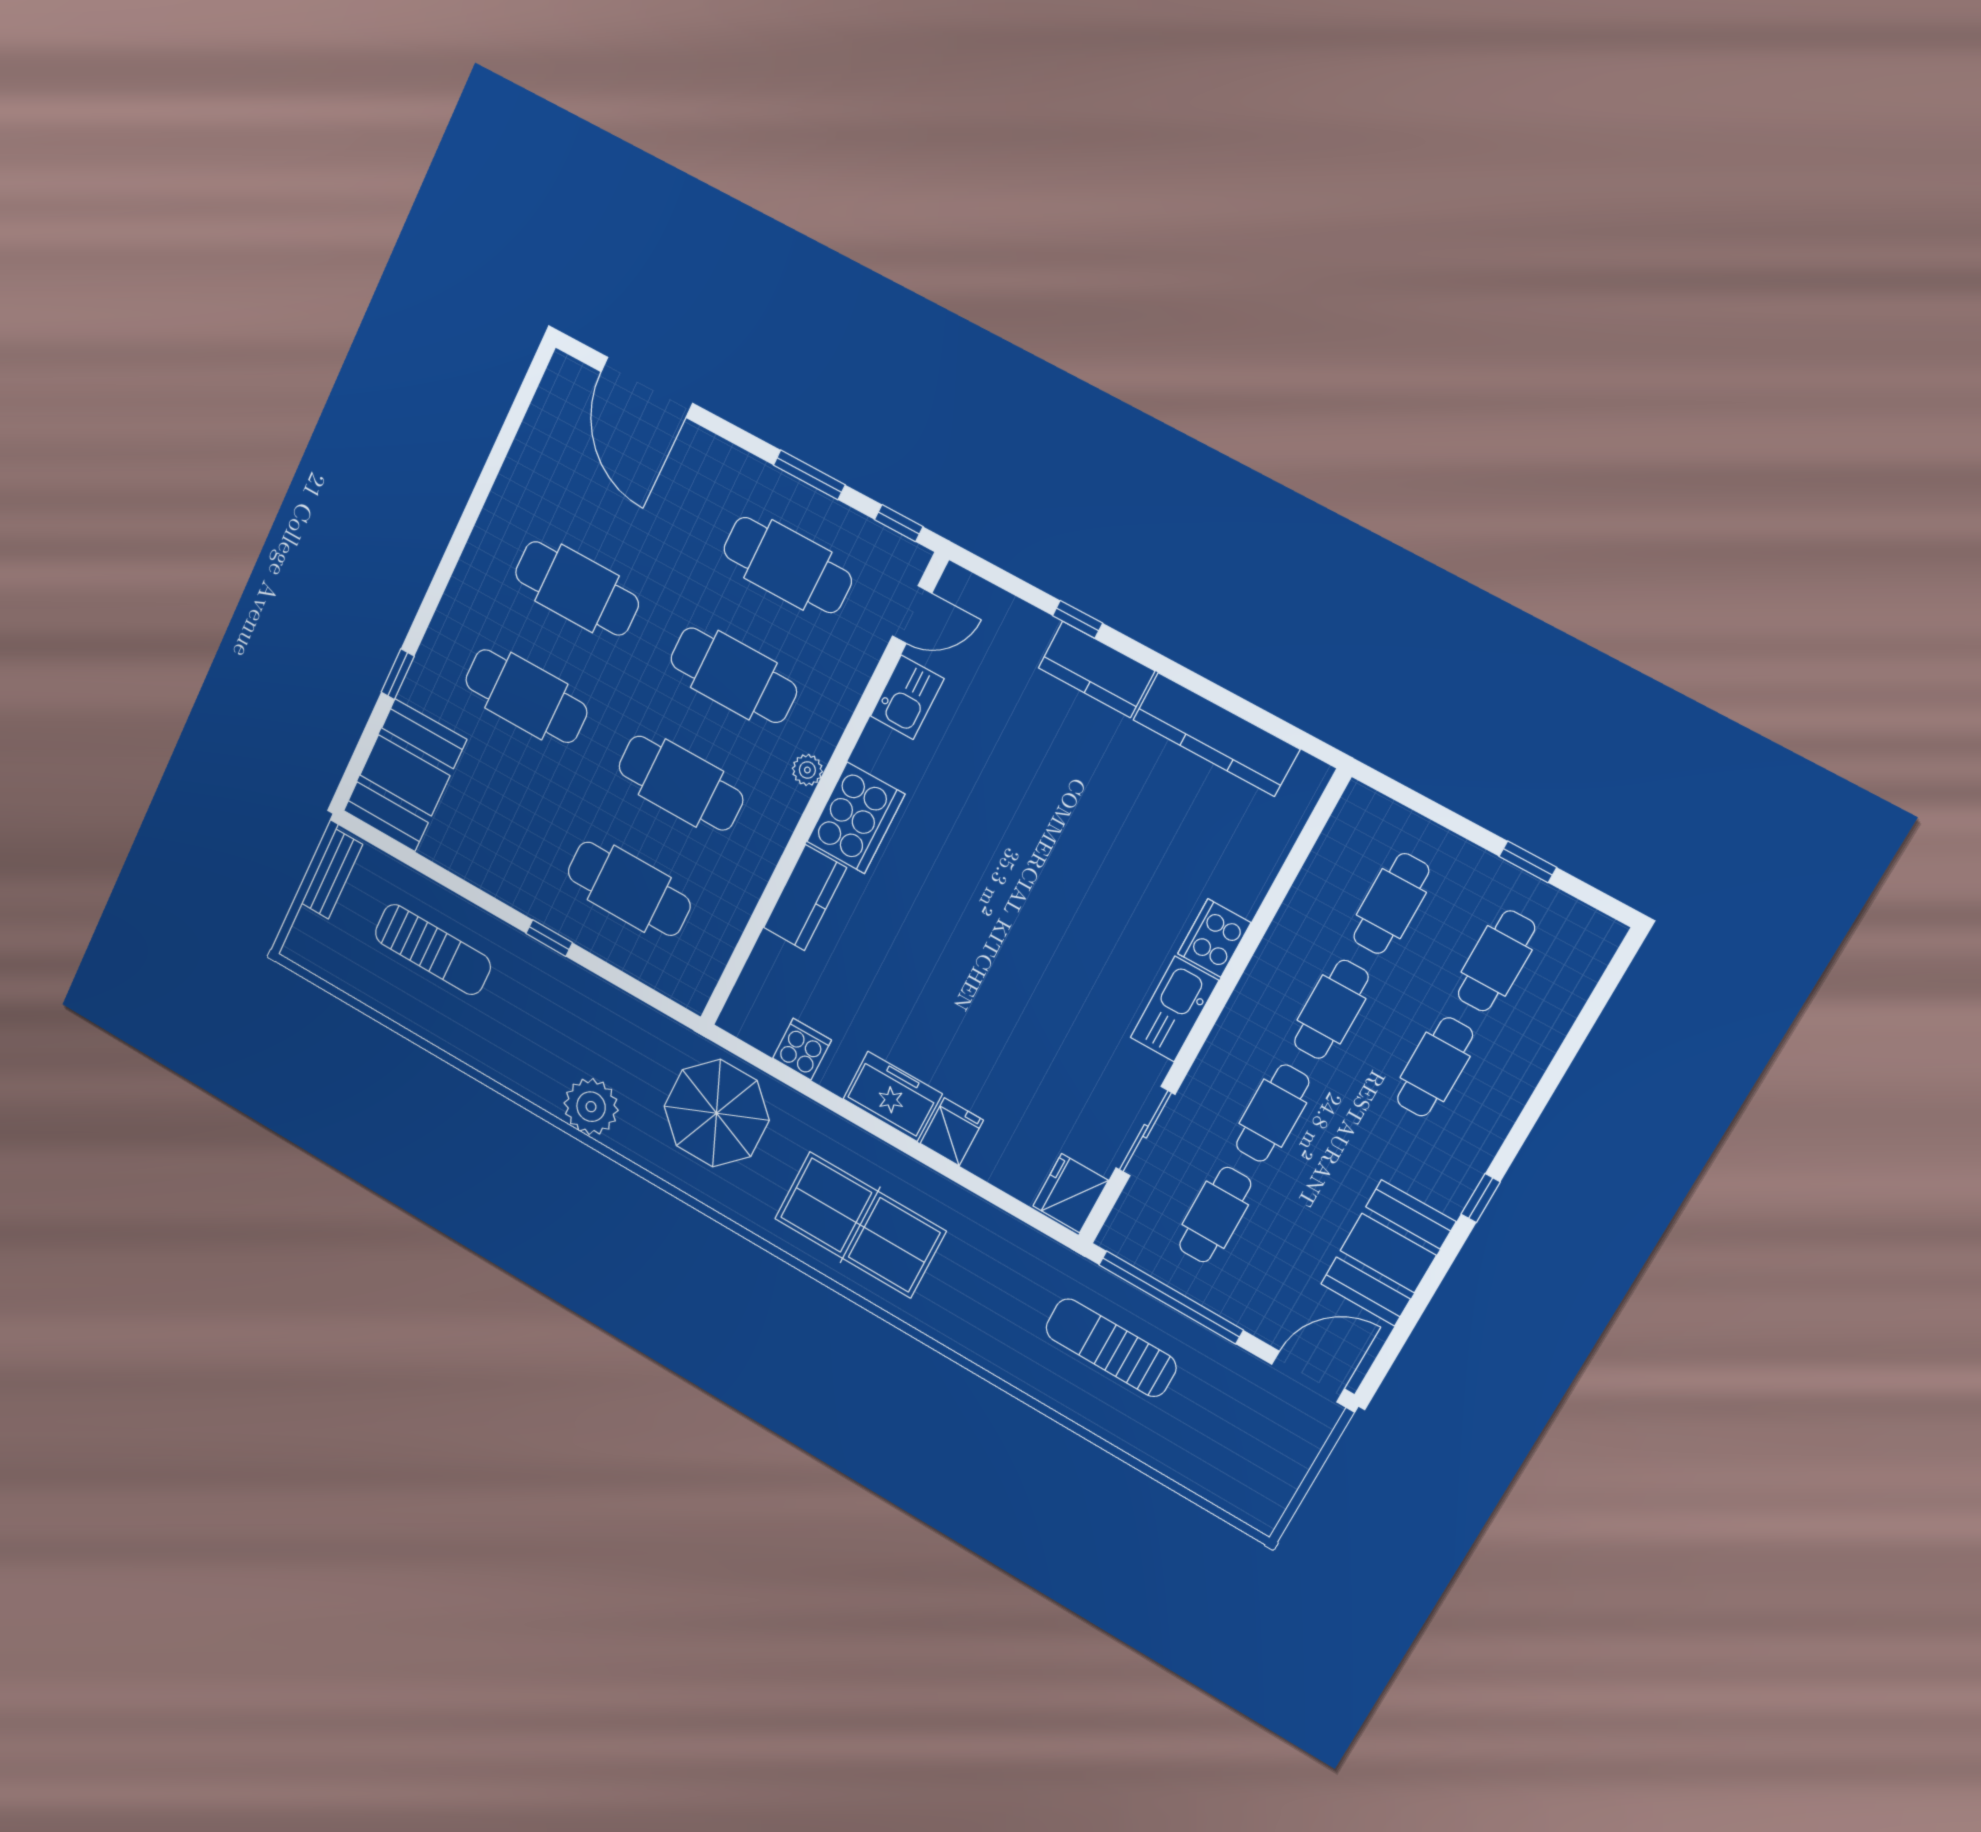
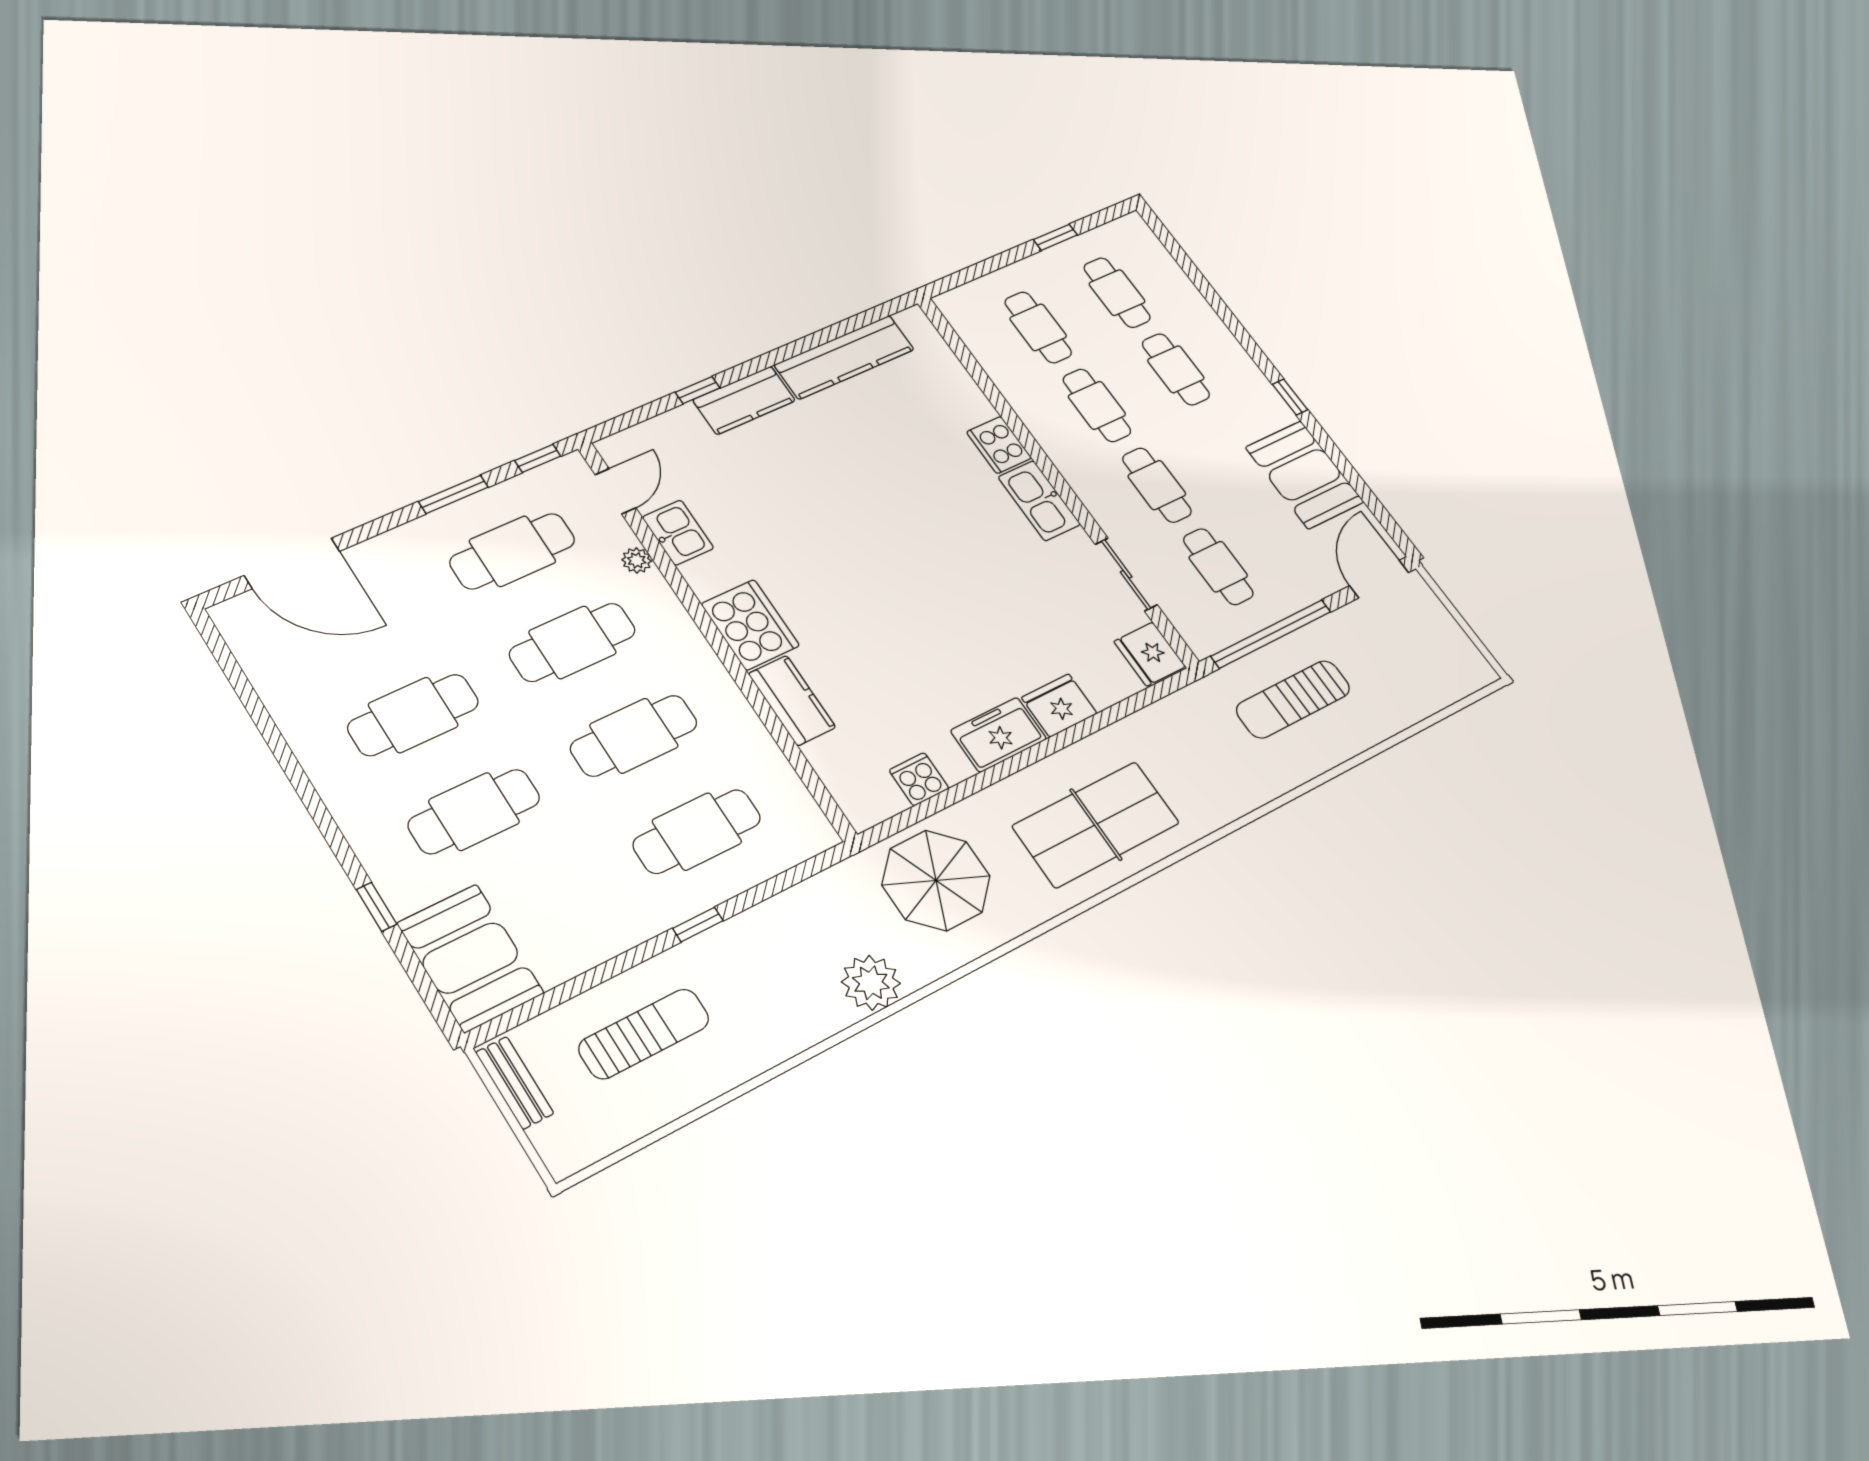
plant: (807, 770) -> (637, 560), moved
fridge: (952, 1132) -> (1059, 705), width x1.38

